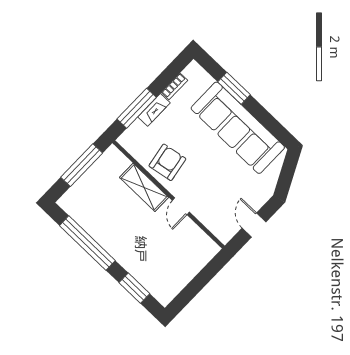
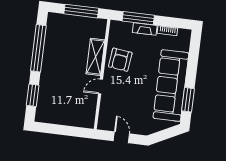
window: (234, 88) -> (188, 100), moved
armchair: (167, 162) -> (120, 60), turned 107
door: (254, 225) -> (121, 137), hinge flipped

